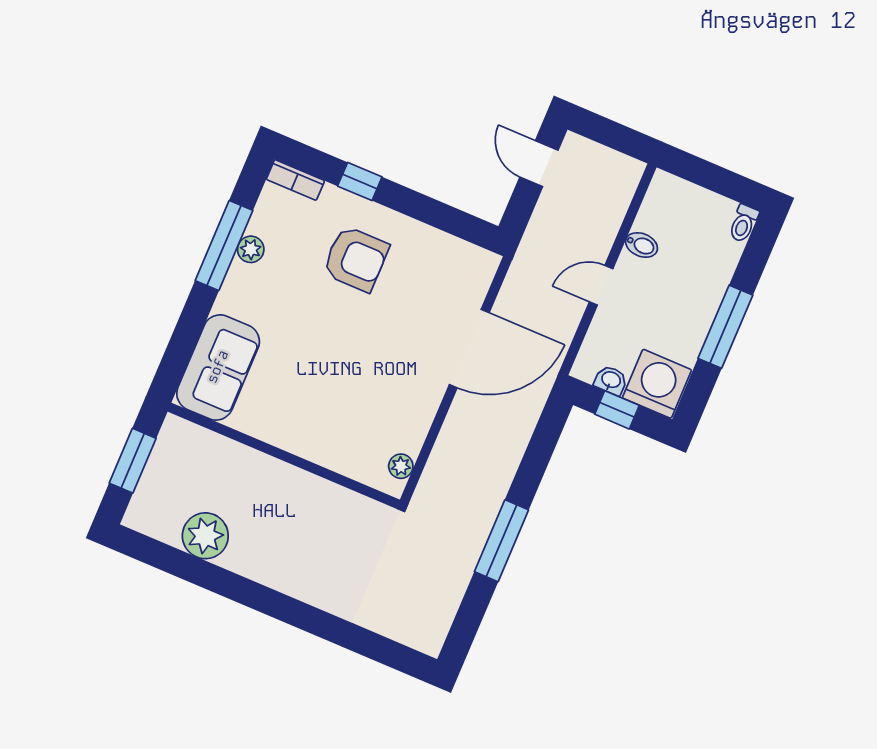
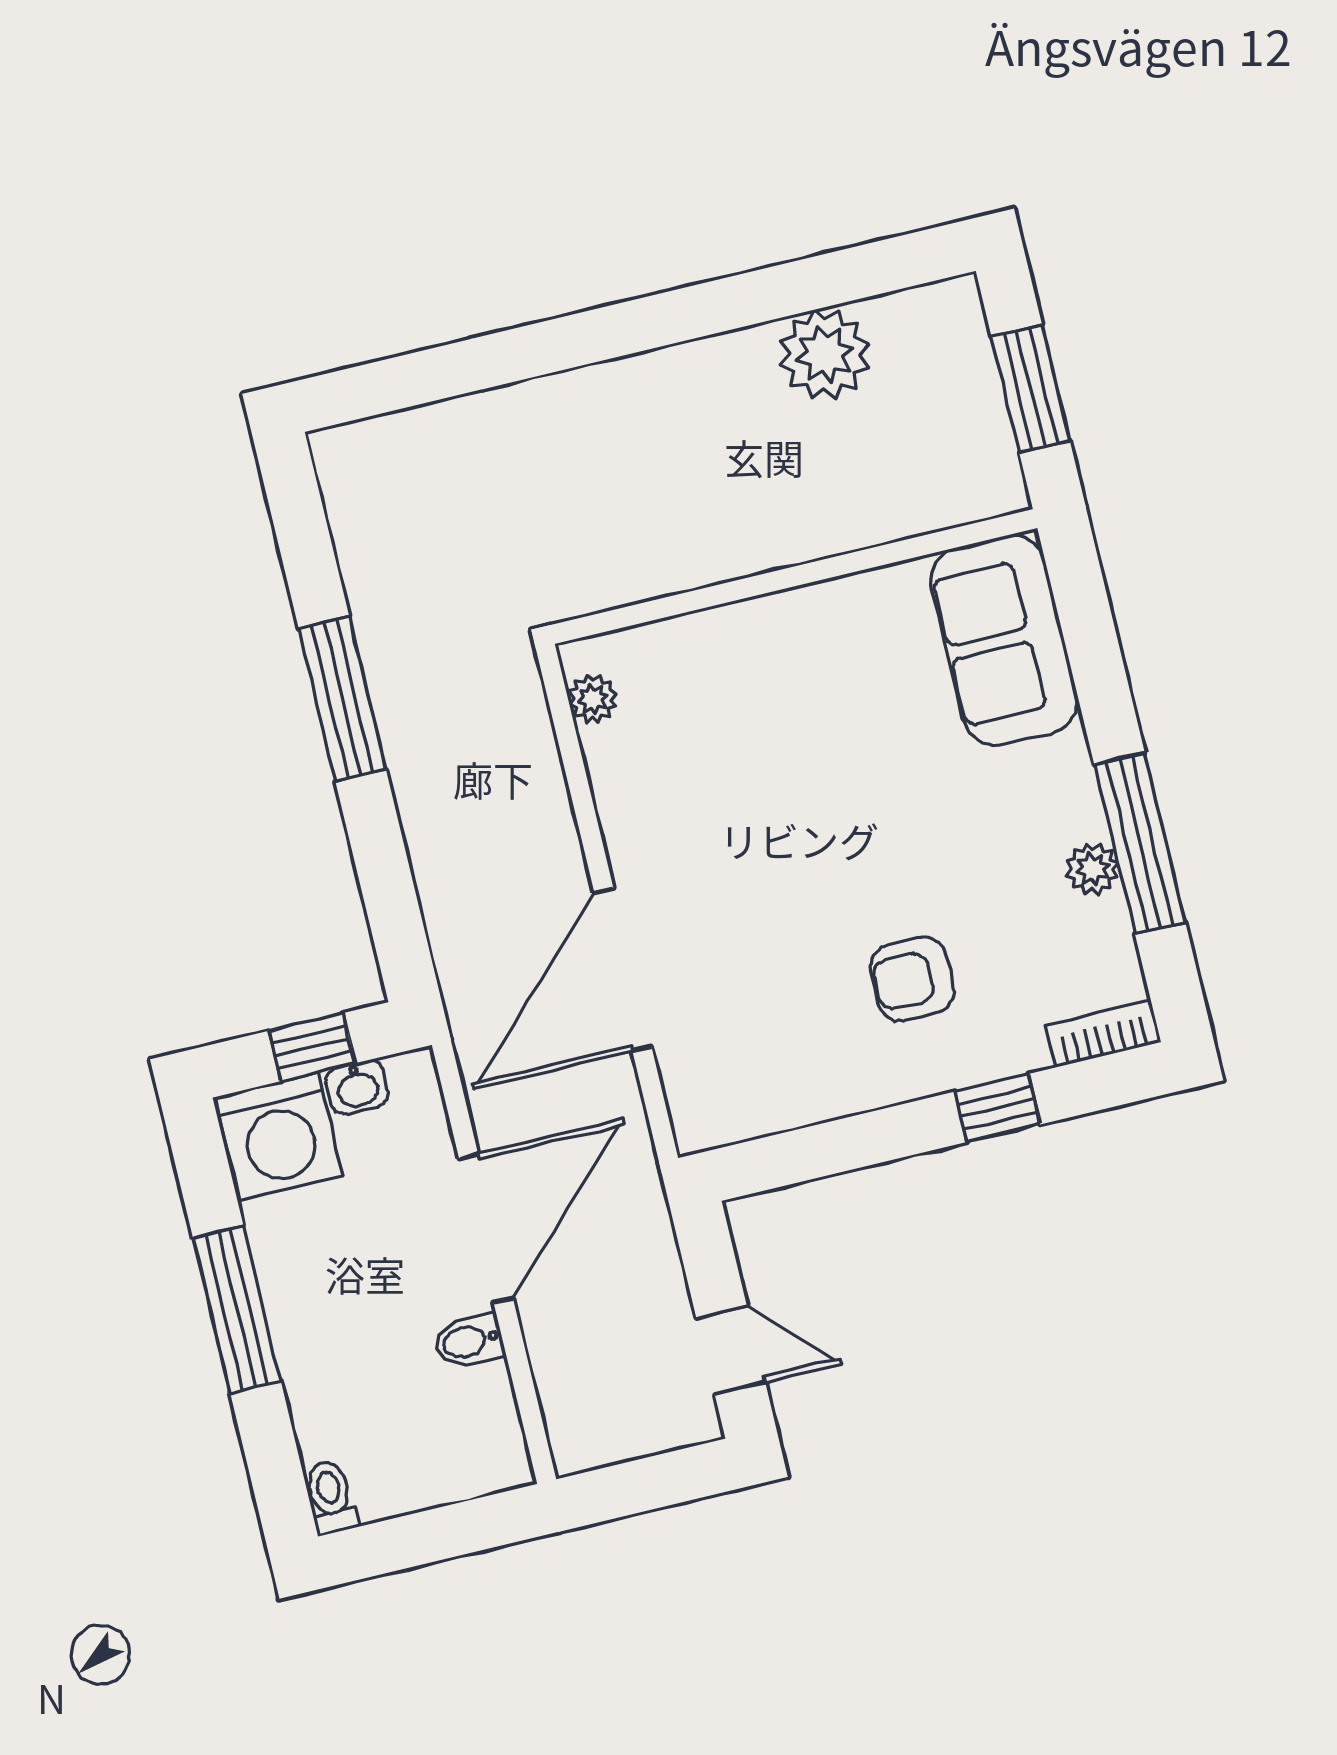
armchair: (356, 259) -> (912, 979), width x0.72, depth x0.72
door: (601, 285) -> (486, 1228), width x1.88

